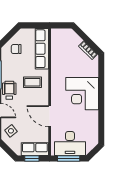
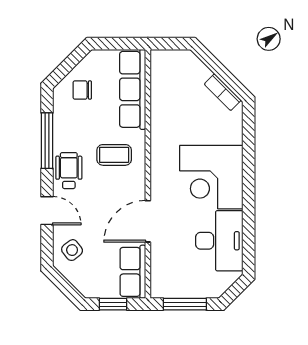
door: (50, 116) -> (148, 221), hinge flipped
desk: (70, 144) -> (219, 241), moved, turned -90
row of seats: (35, 149) -> (133, 272), moved, turned -90

